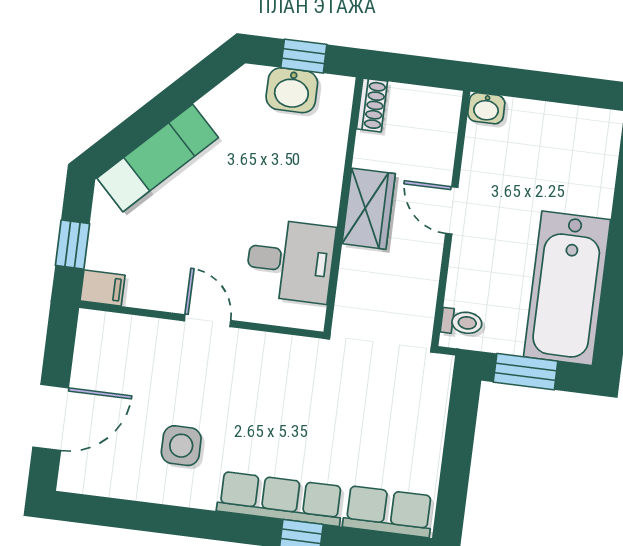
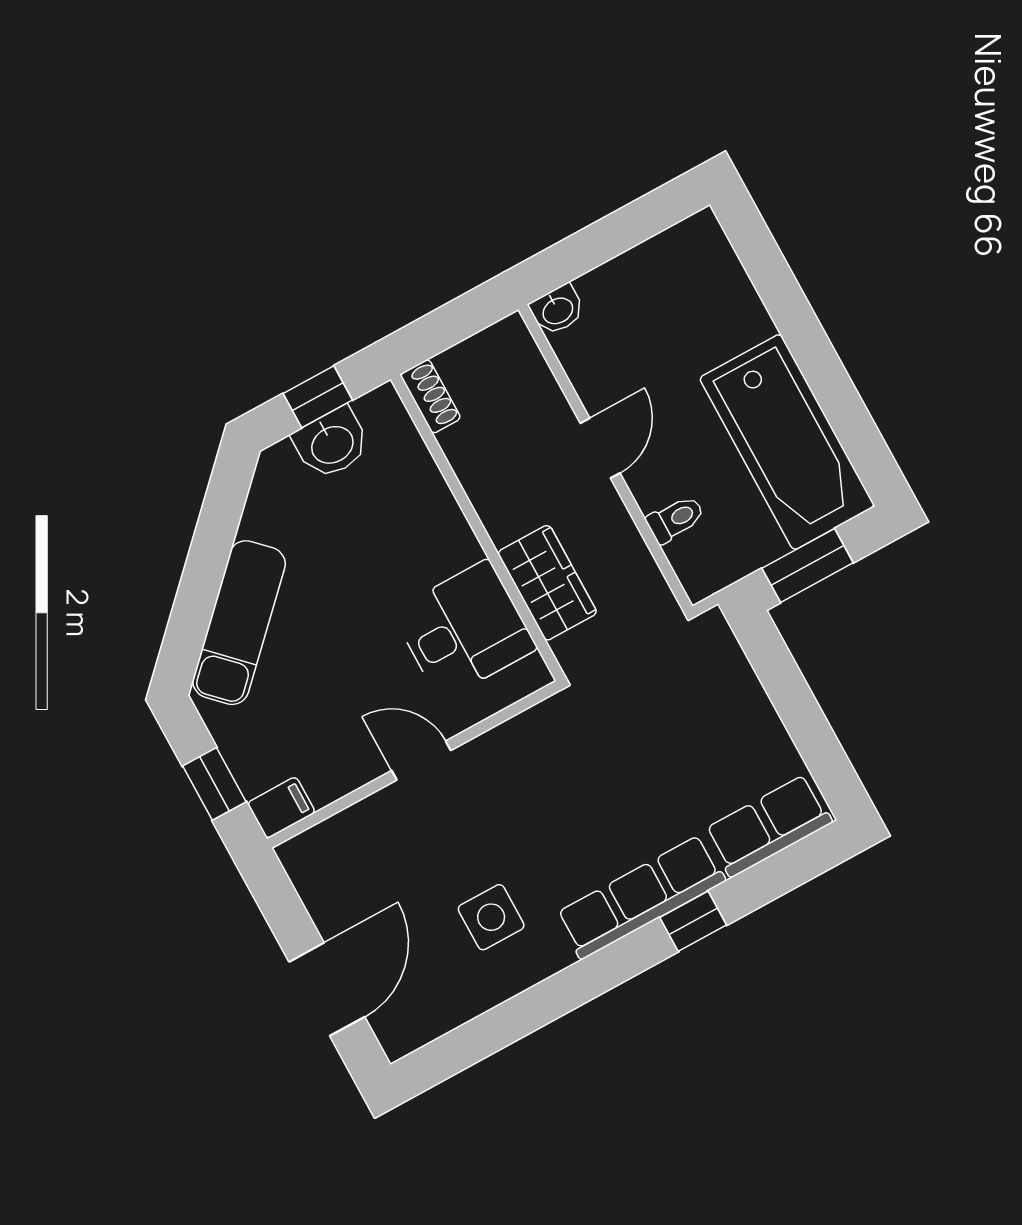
wardrobe: (369, 209) -> (547, 583), moved
door: (452, 210) -> (600, 448), swing flipped
toilet: (462, 322) -> (675, 519), moved

